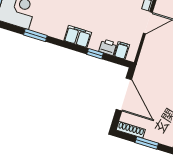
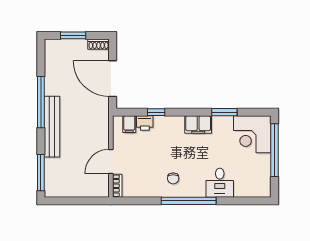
filing cabinet: (78, 36) -> (198, 124), moved
shoe rack: (131, 130) -> (99, 44), width x0.70

